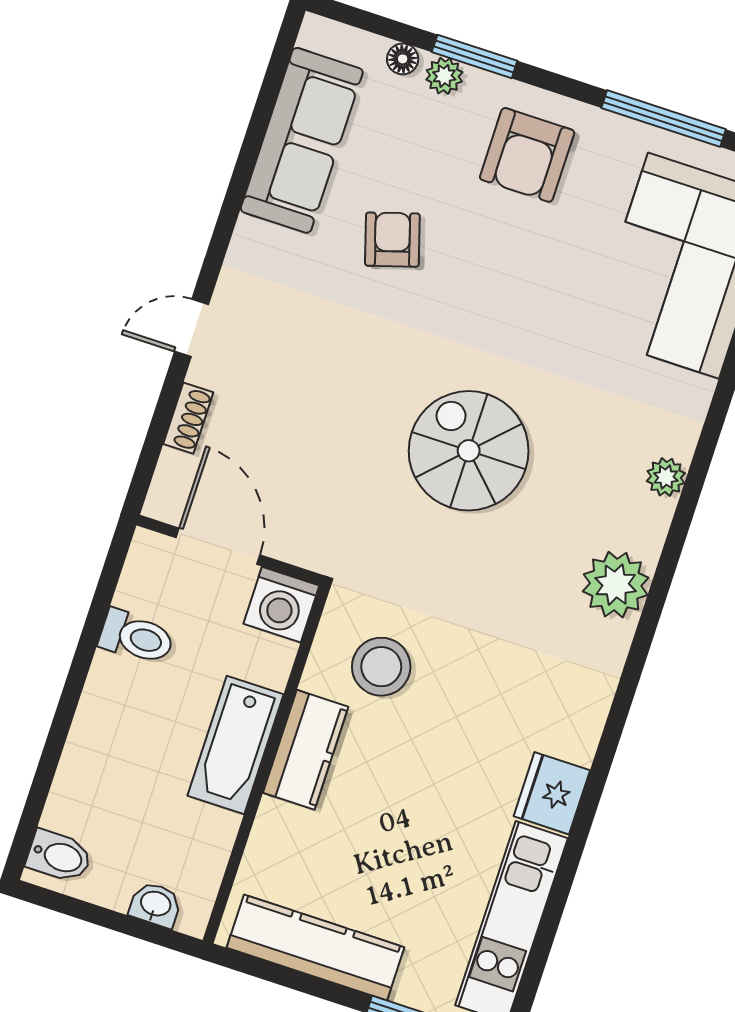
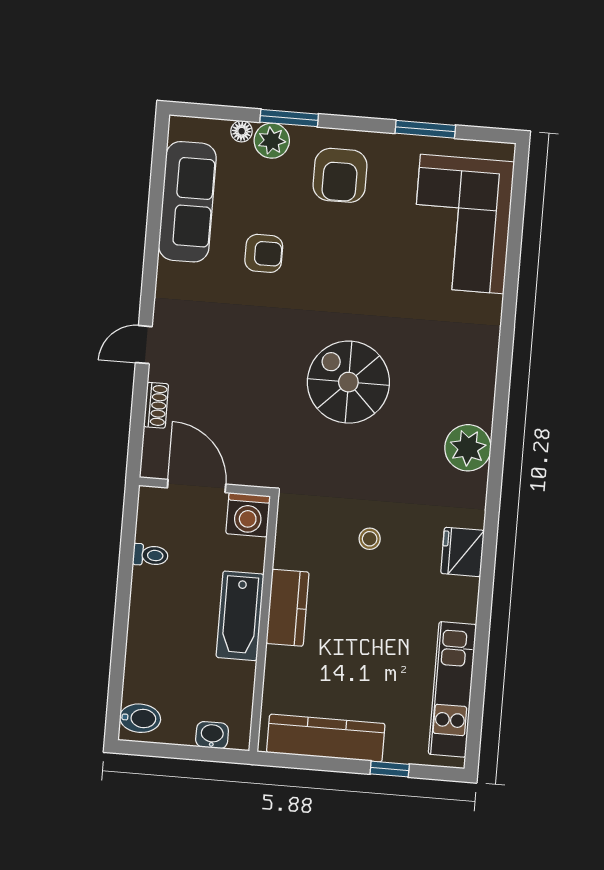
plant: (444, 76) -> (272, 141), width x1.38, depth x1.38
window: (664, 119) -> (425, 129), width x0.69
armchair: (392, 240) -> (264, 253), turned 107
plant: (666, 477) -> (484, 368), removed
toilet: (137, 637) -> (150, 555), width x0.73, depth x0.72
stool: (381, 667) -> (370, 539), moved, width x0.53, depth x0.53
fridge: (552, 793) -> (462, 552), moved

